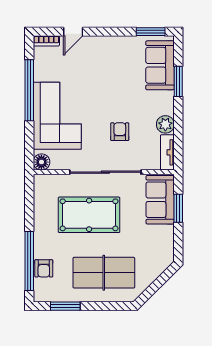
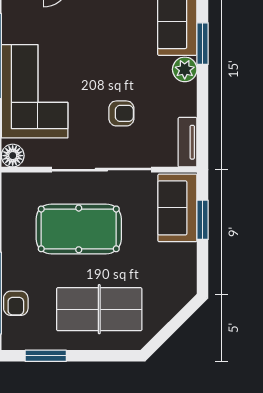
plant: (165, 124) -> (185, 69), moved
armchair: (120, 132) -> (121, 113), turned 90

